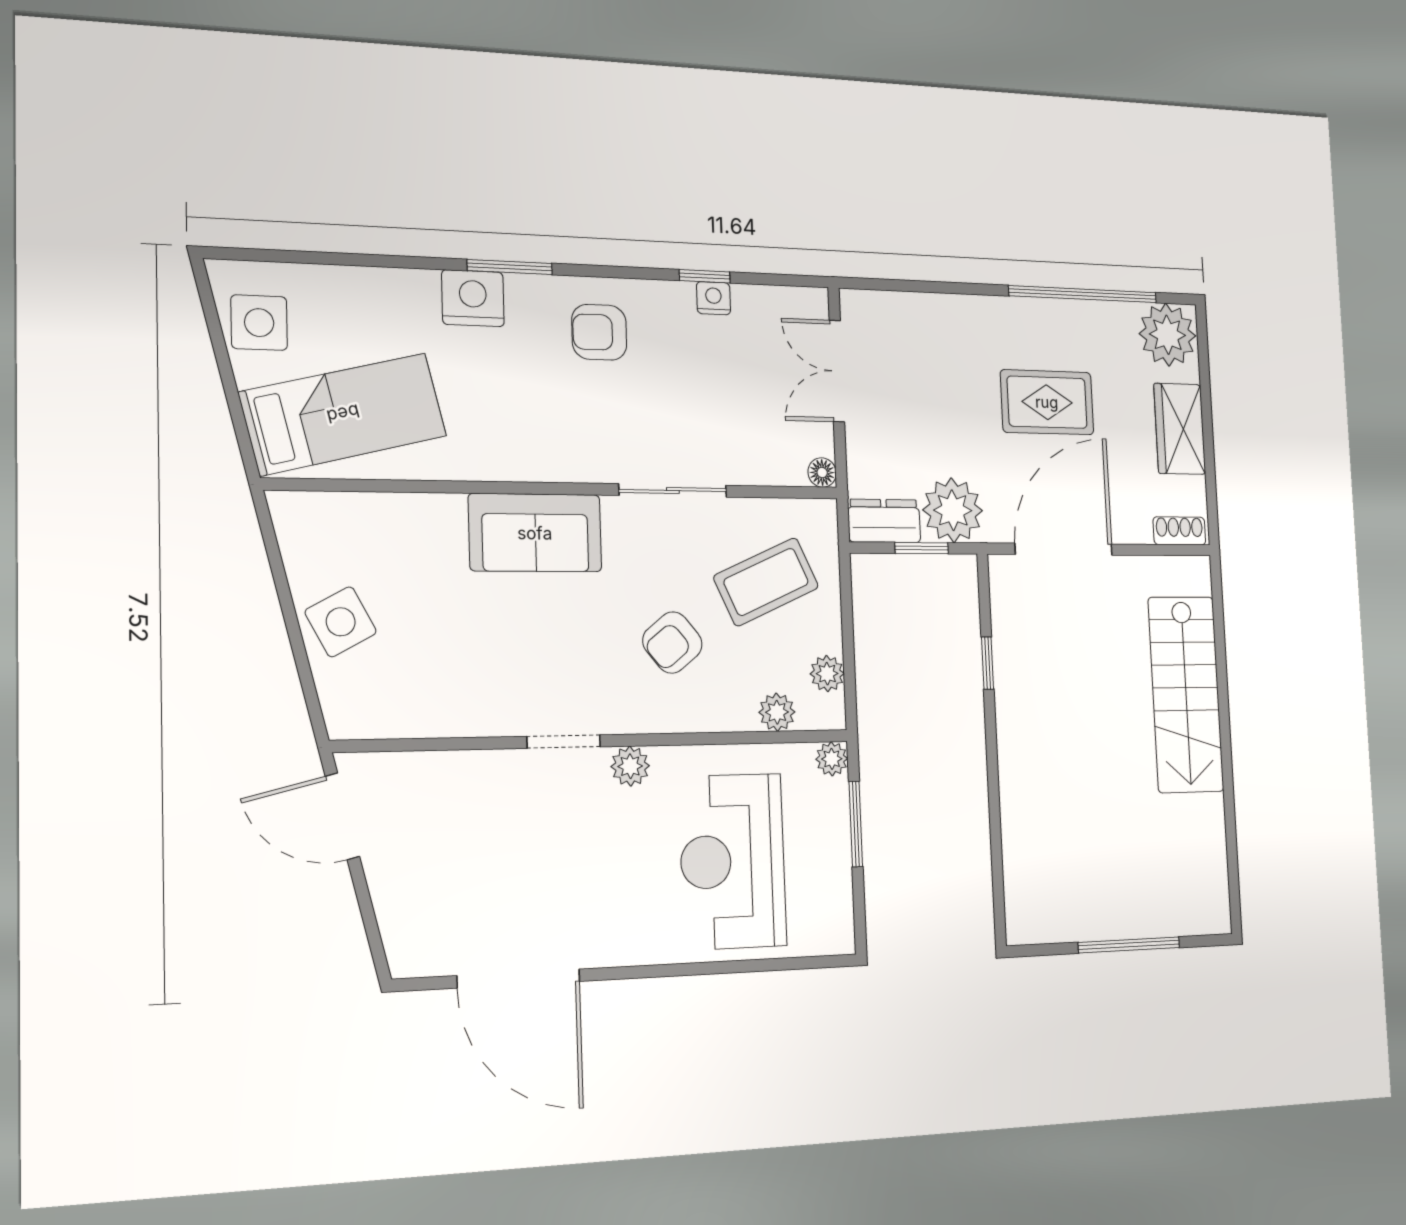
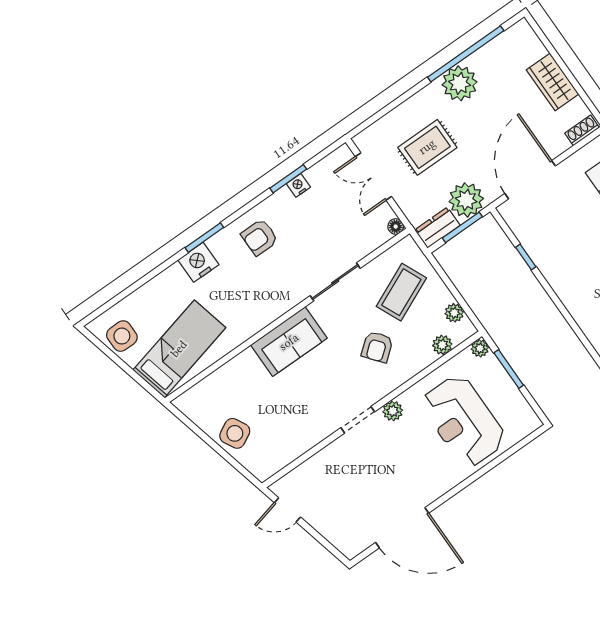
window: (705, 276) -> (288, 179), width x1.50
plant: (1167, 335) -> (460, 83), moved
rug: (1047, 402) -> (427, 147), moved
window: (922, 548) -> (462, 227), width x1.50
door: (342, 816) -> (287, 510), width x0.73

